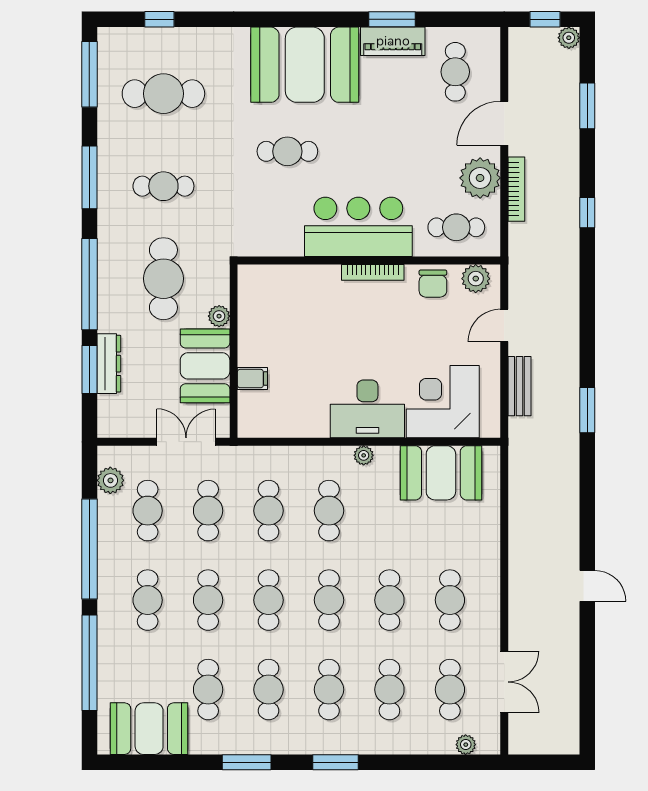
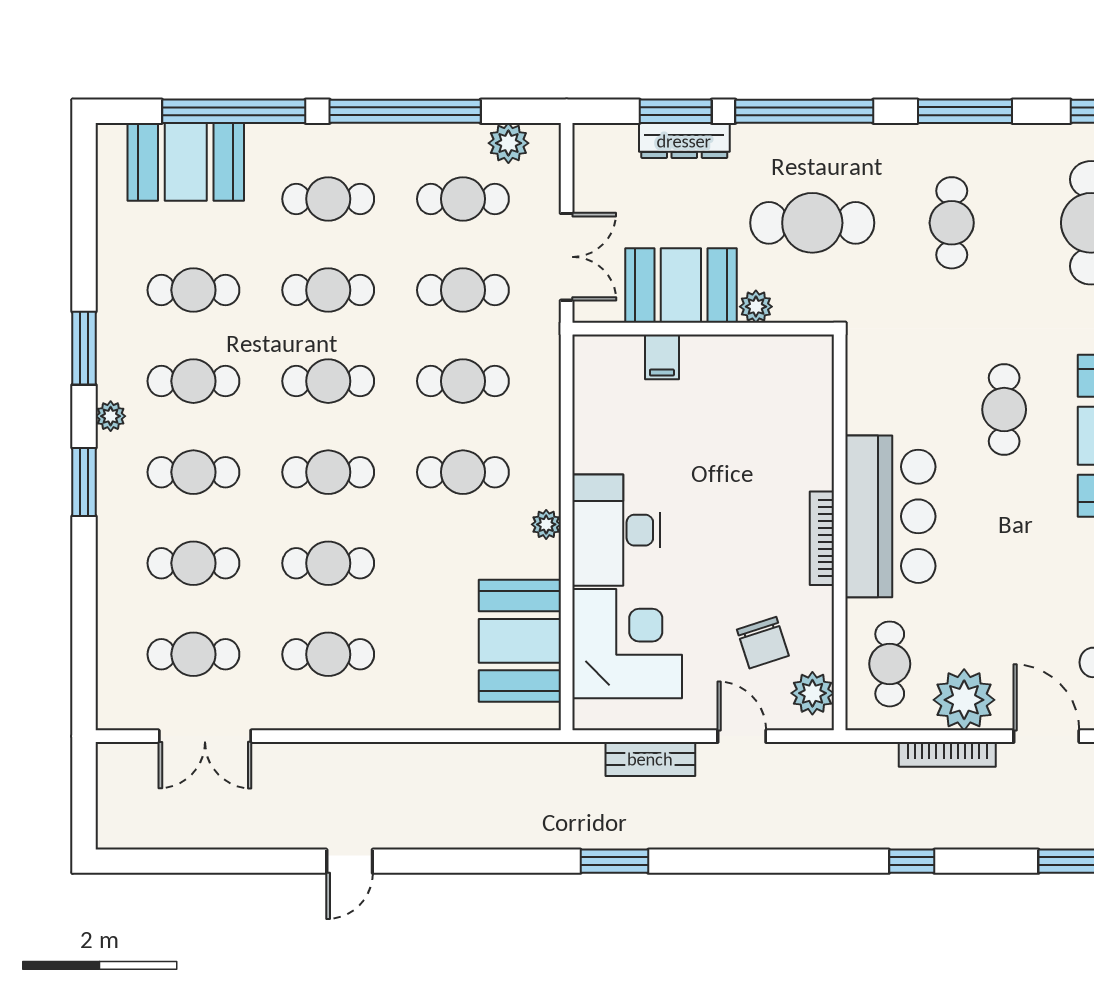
chair: (433, 284) -> (763, 643), moved, turned -108
booth: (149, 729) -> (186, 162), moved, turned 90
plant: (466, 745) -> (111, 416), moved

